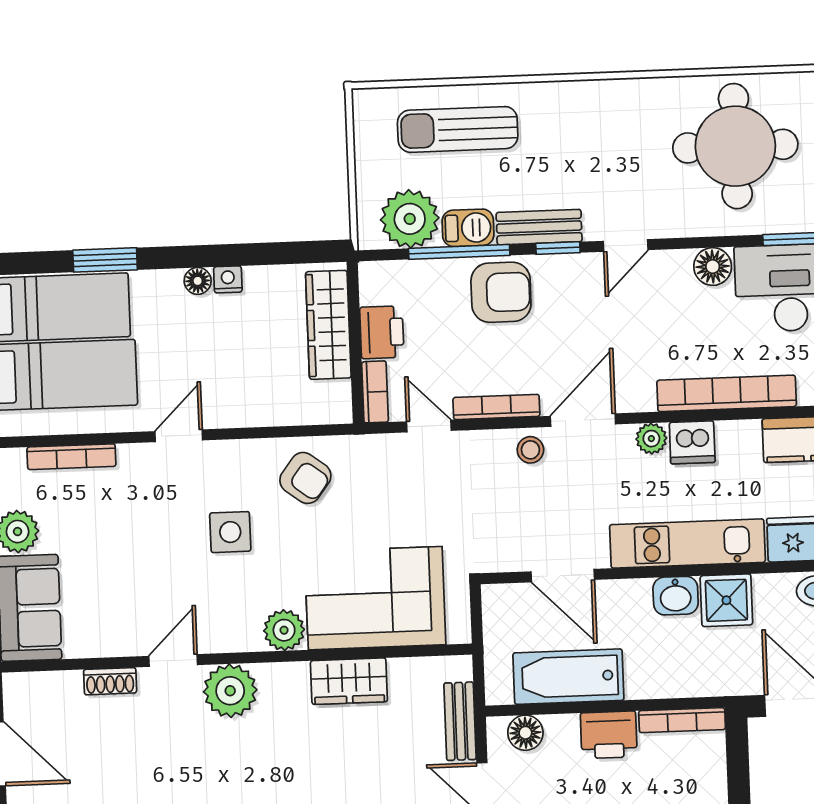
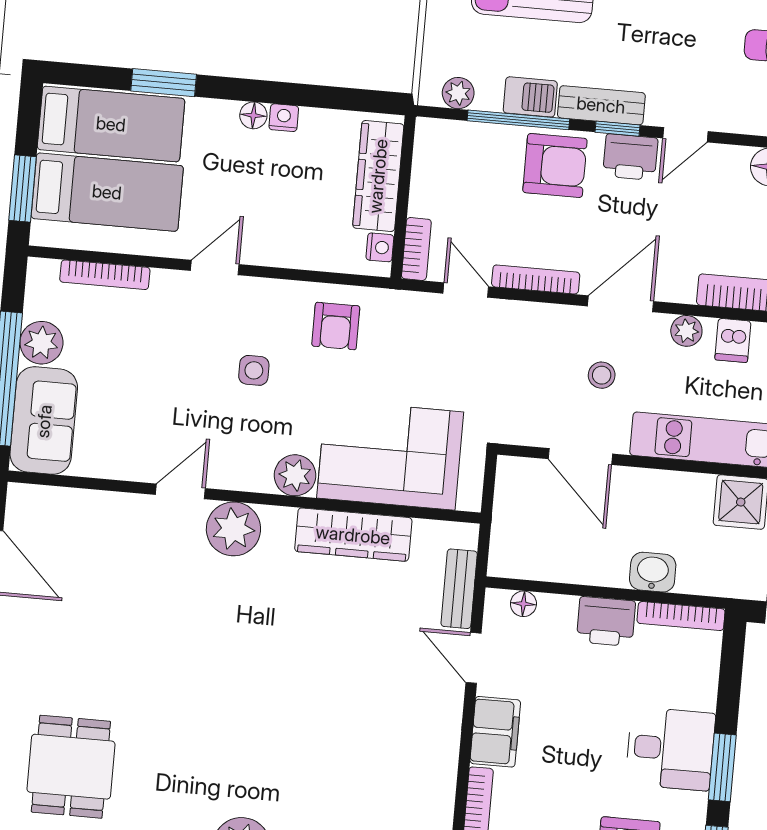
plant: (410, 219) -> (458, 93), width x0.53, depth x0.53
printer: (382, 332) -> (630, 157), moved, turned 90
nightstand: (339, 395) -> (380, 247), added
dishwasher: (692, 442) -> (733, 340), width x0.73
stool: (530, 450) -> (602, 375), moved
armchair: (305, 478) -> (336, 326), turned 53
side table: (230, 532) -> (254, 370), width x0.73, depth x0.73
washbasin: (676, 596) -> (653, 572), moved, turned 180
bathtub: (568, 677) -> (573, 558), removed
shoe rack: (110, 681) -> (115, 504), removed
wardrobe: (349, 681) -> (353, 535), width x1.50
floor lamp: (525, 733) -> (523, 604), width x0.73, depth x0.73

